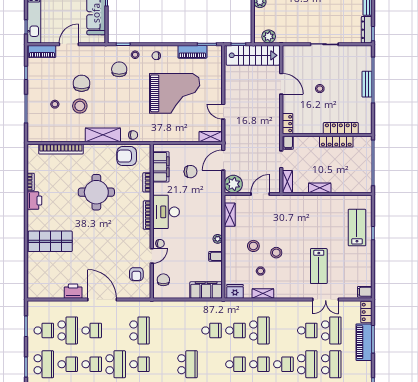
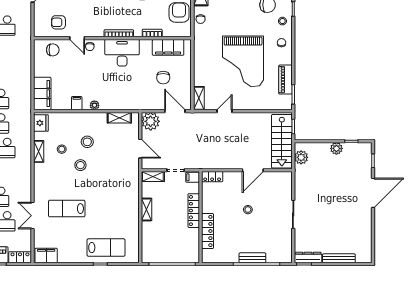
locker: (336, 142) -> (194, 211), moved
filing cabinet: (365, 292) -> (46, 255), width x2.00

